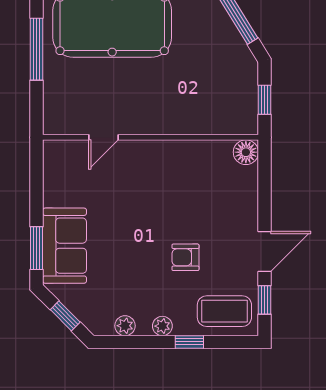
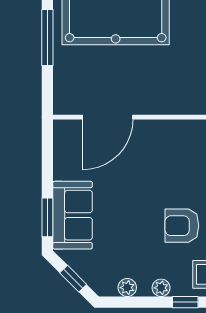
door: (103, 137) -> (108, 117), width x1.88
armchair: (185, 257) -> (182, 226), width x1.38, depth x1.38

